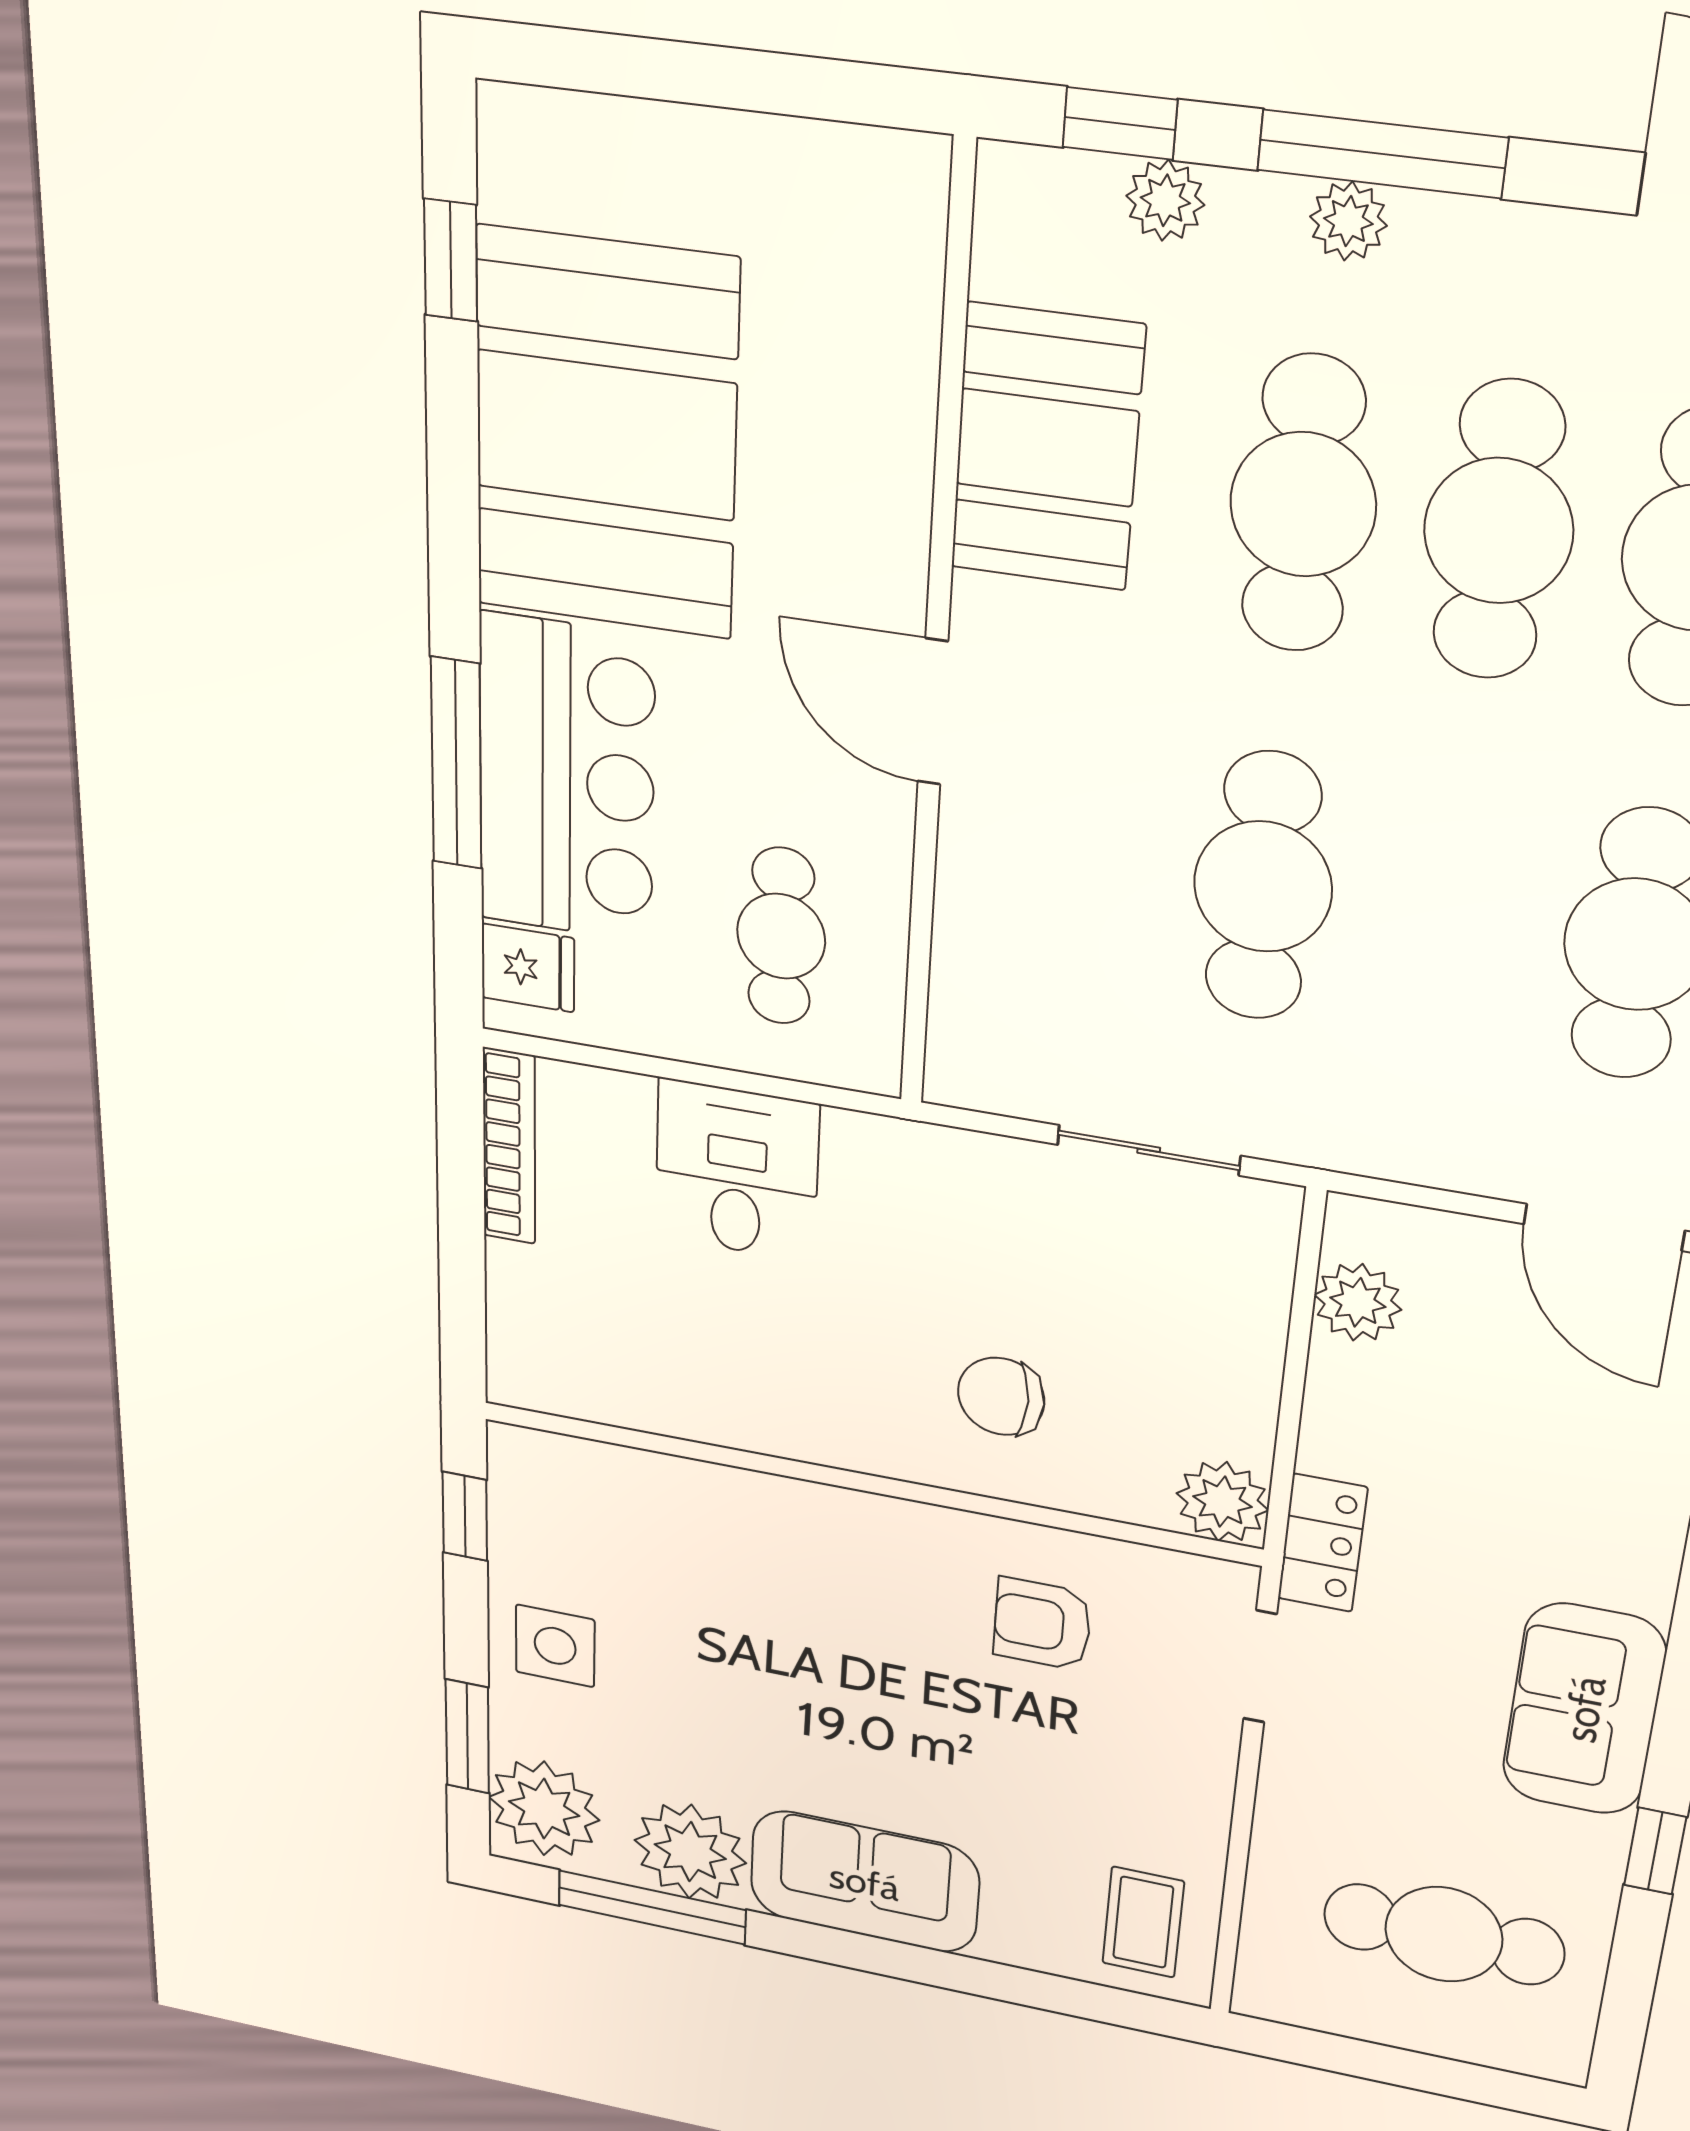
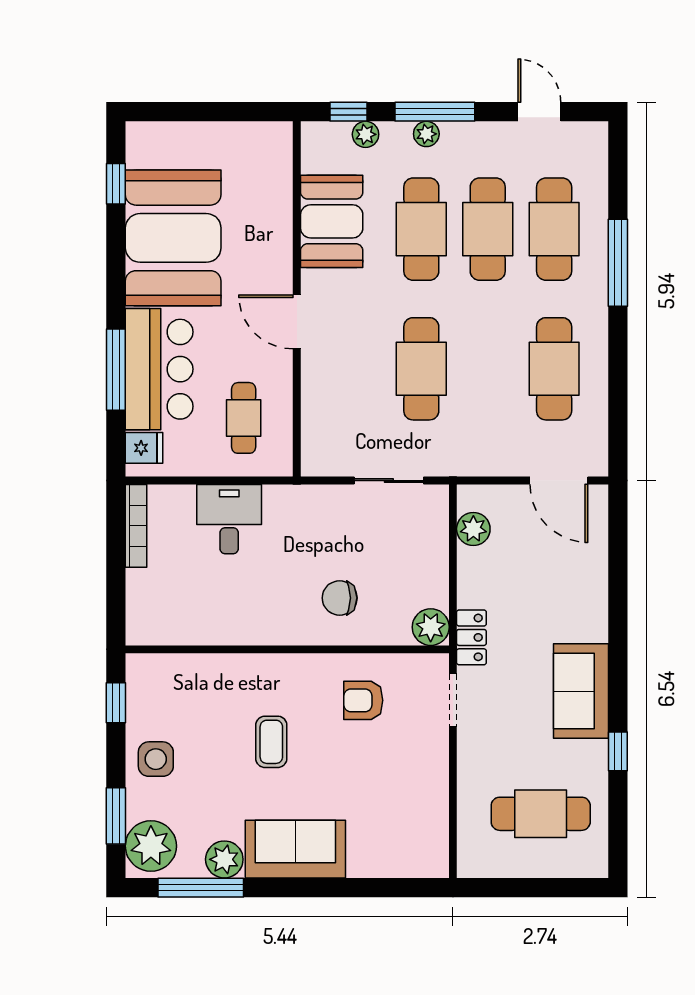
plant: (690, 1852) -> (224, 859), width x0.73, depth x0.73
coffee table: (1143, 1922) -> (271, 742), moved

